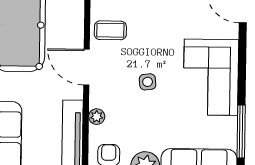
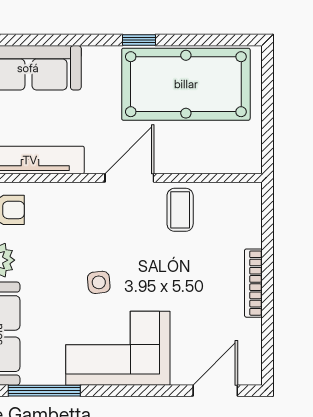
side table: (148, 82) -> (99, 282), moved
plant: (97, 117) -> (62, 193), removed

